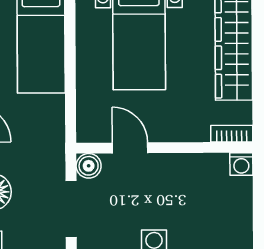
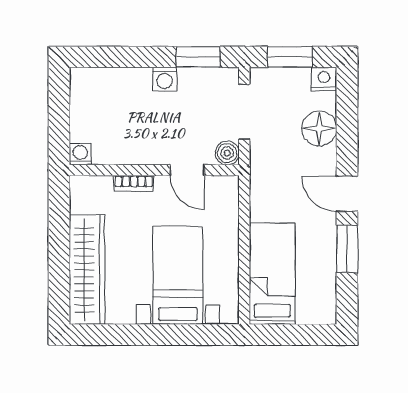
bookcase: (232, 134) -> (134, 183), moved

